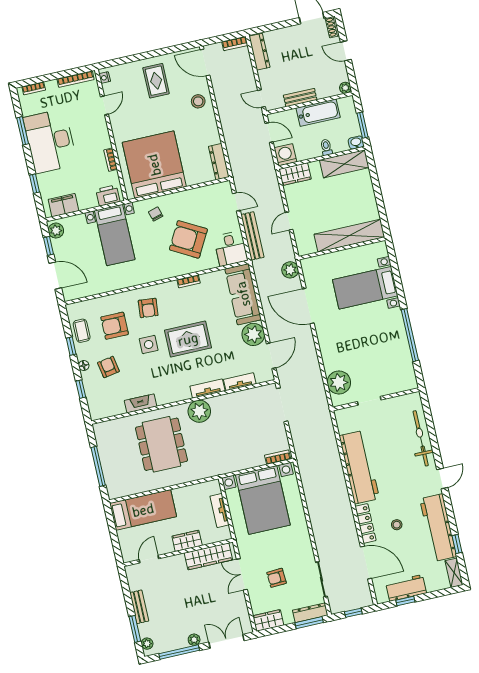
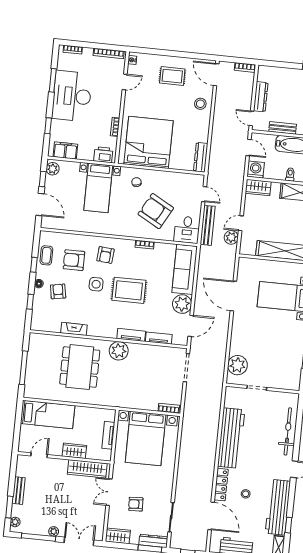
dresser: (259, 52) -> (261, 97), moved
rug: (156, 81) -> (172, 76), turned 90
plant: (290, 270) -> (231, 237), moved

